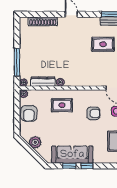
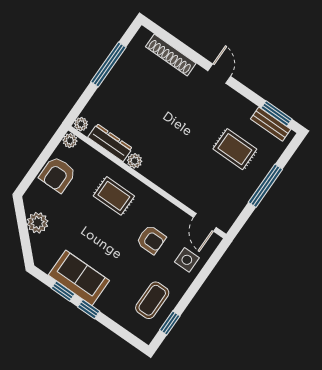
window: (17, 62) -> (108, 65), moved
sofa: (72, 155) -> (79, 278), width x0.73

